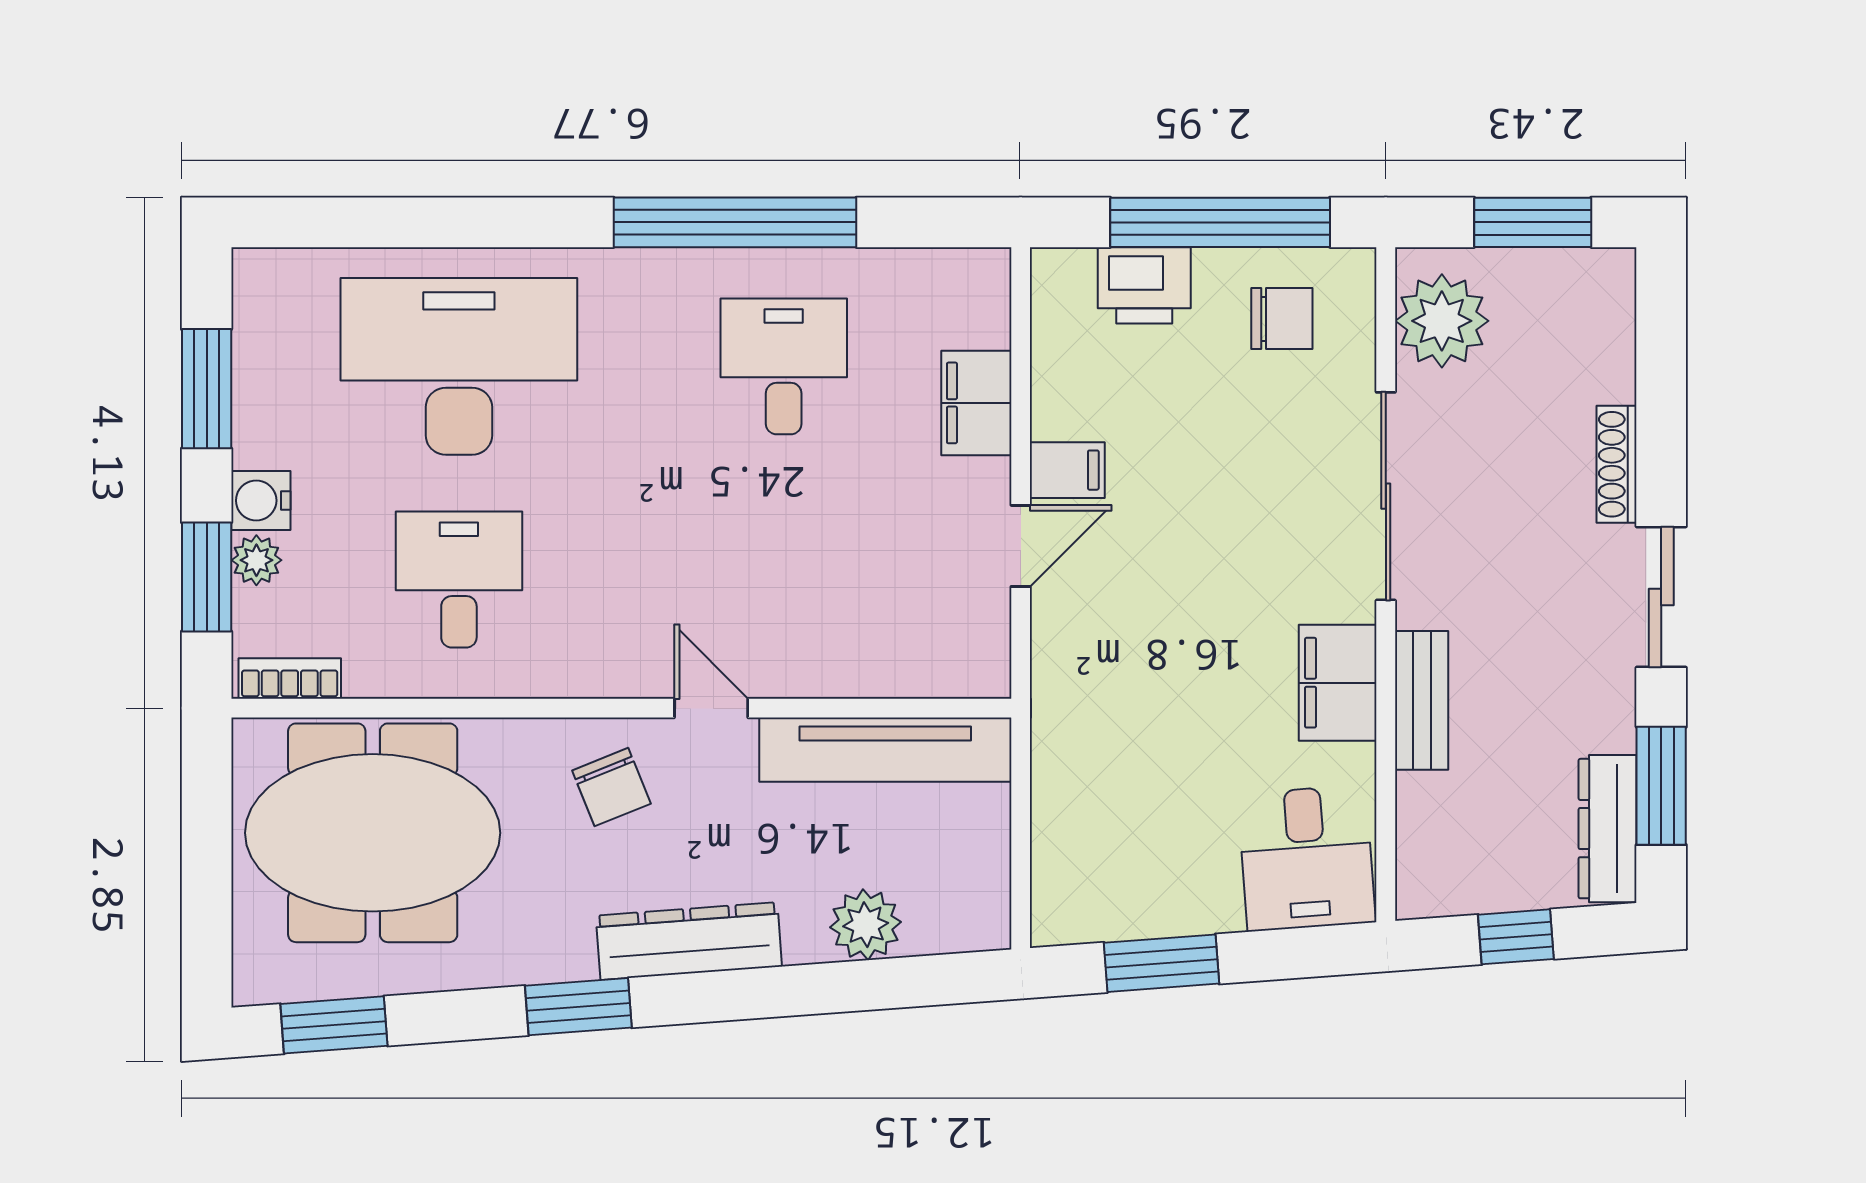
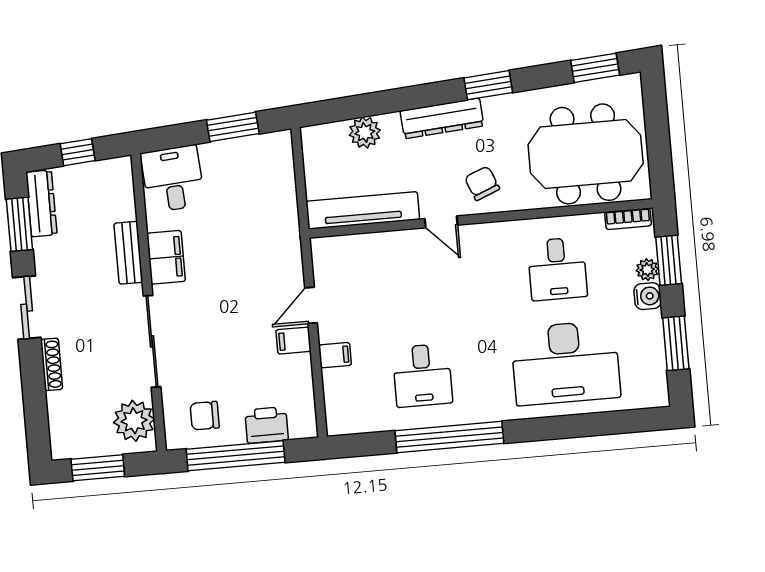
filing cabinet: (976, 403) -> (335, 355), width x0.50

